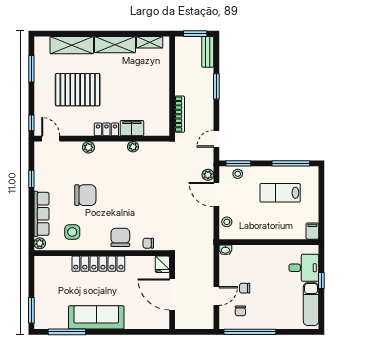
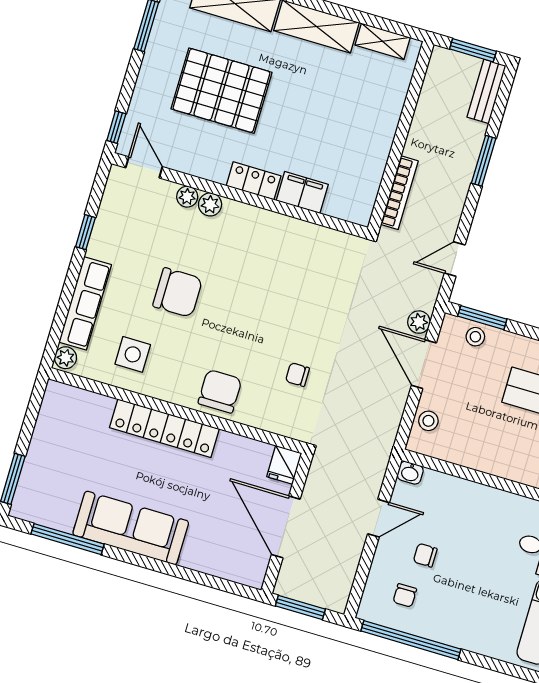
plant: (133, 147) -> (187, 197), moved
chair: (148, 243) -> (297, 375), moved
door: (216, 296) -> (378, 518), moved
window: (191, 332) -> (300, 608), added

